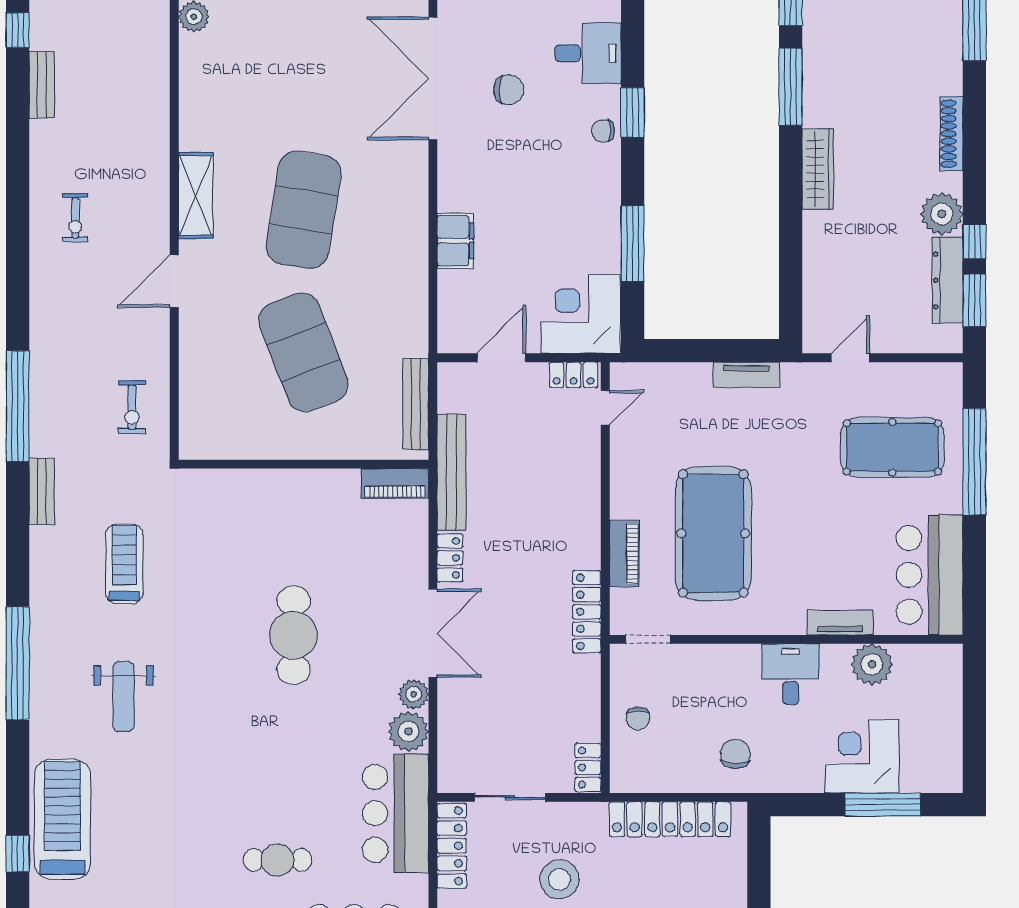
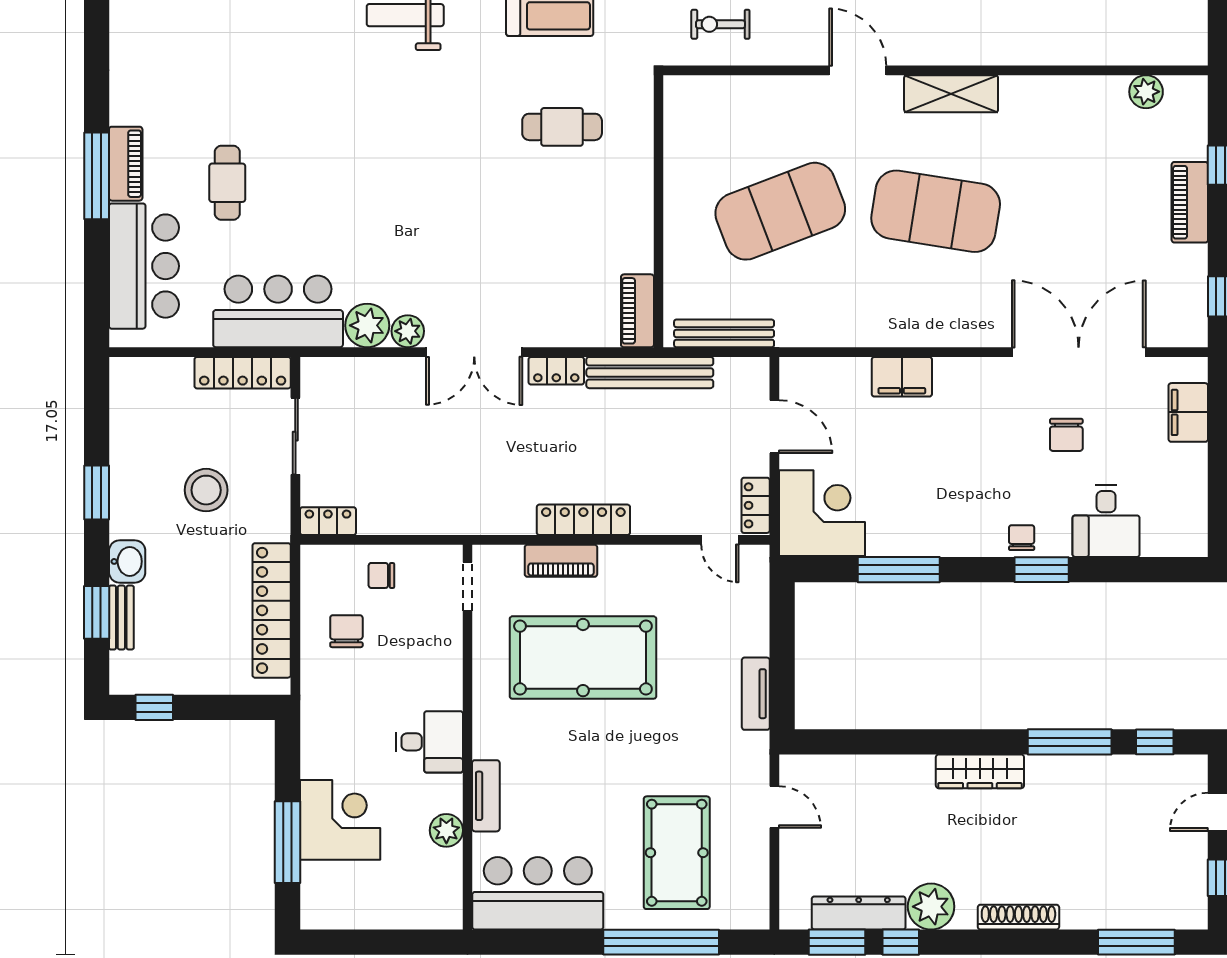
locker: (587, 612) -> (583, 520), moved
cafe table: (294, 635) -> (562, 127), moved, width x0.73, depth x0.74
plant: (872, 664) -> (446, 830), width x0.73, depth x0.73
chair: (735, 754) -> (346, 631), moved, turned -90

